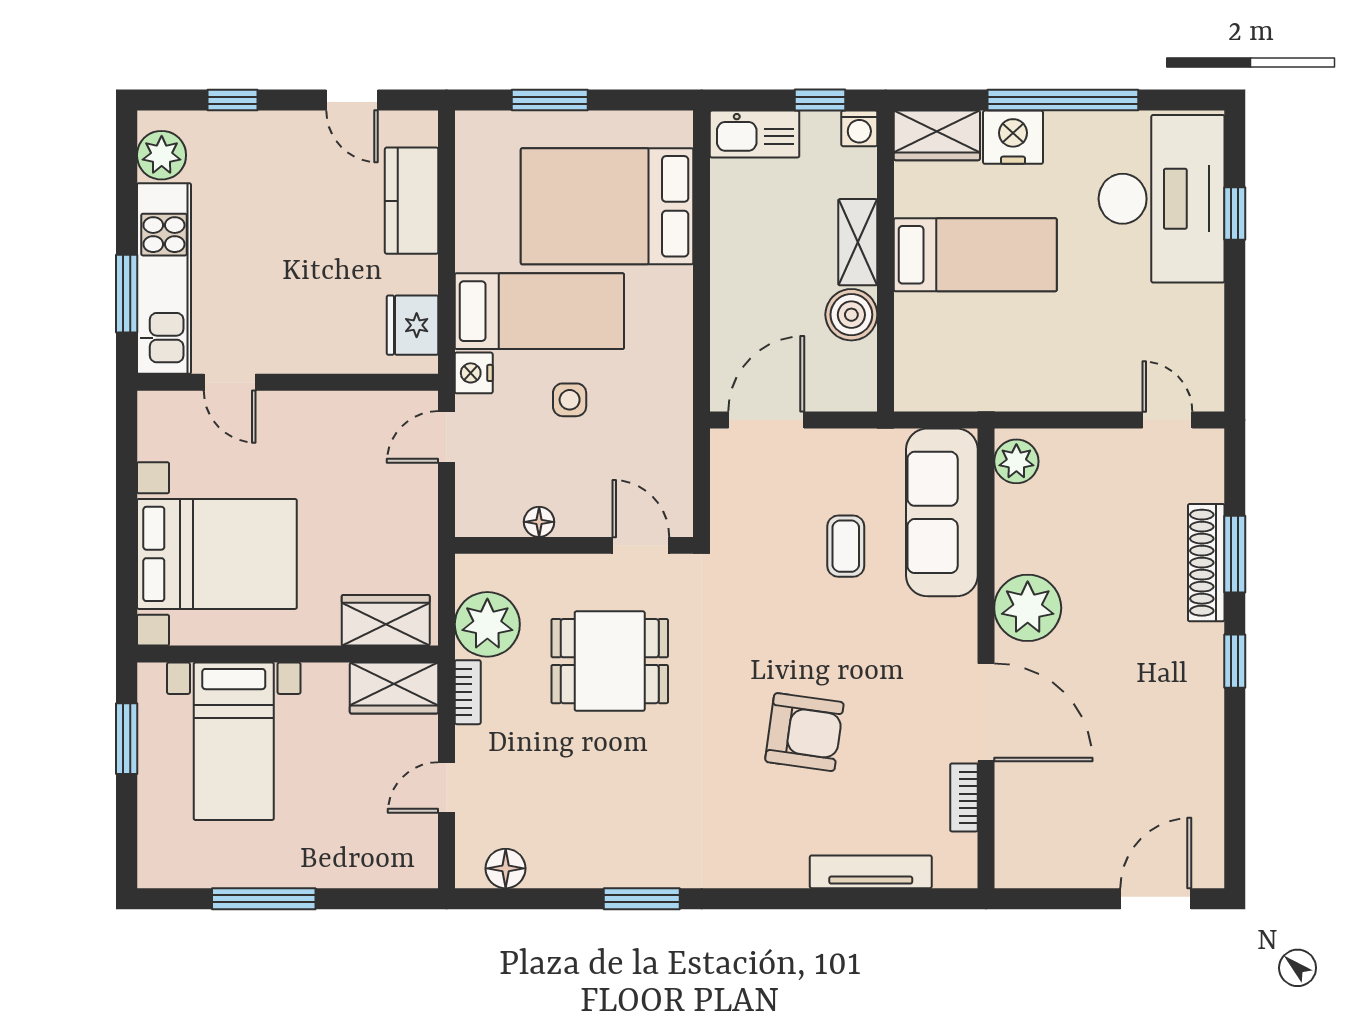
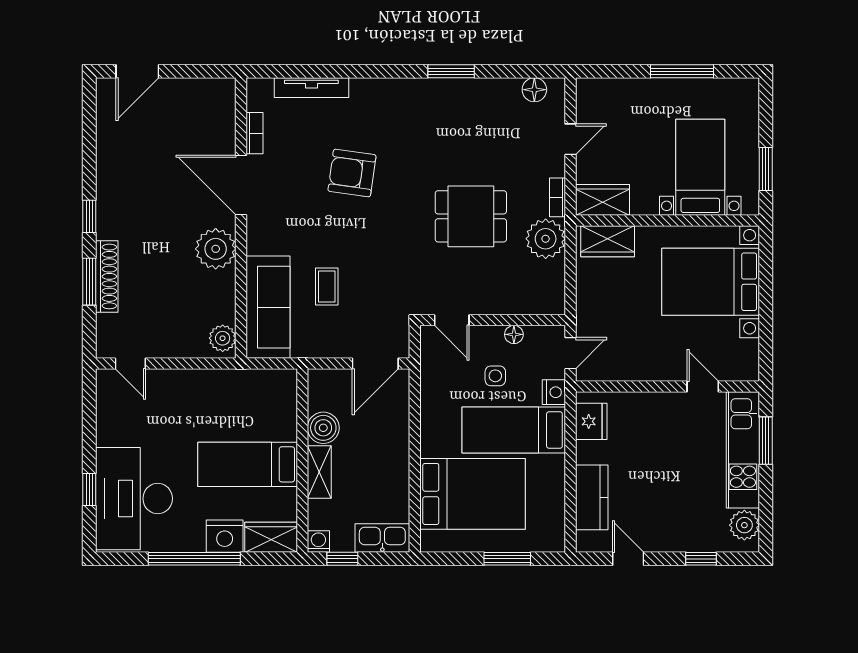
floor lamp: (539, 522) -> (514, 334), moved
wall: (574, 545) -> (493, 320), moved
door: (641, 545) -> (452, 320), moved

